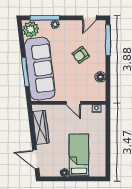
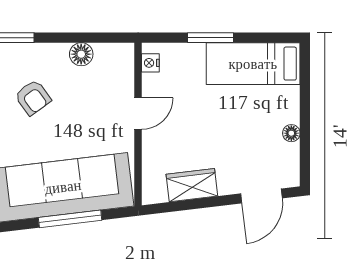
wardrobe: (41, 127) -> (192, 185), width x0.67
window: (108, 136) -> (210, 38), added
bed: (79, 155) -> (253, 64), moved

